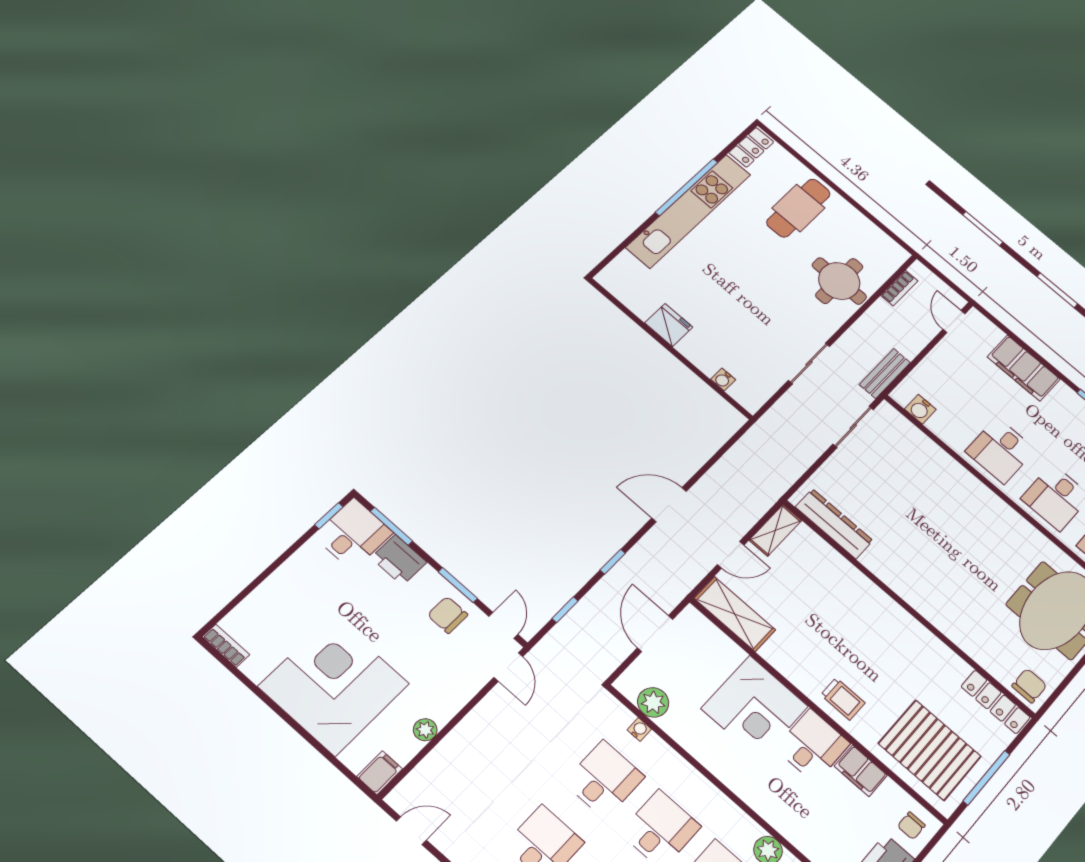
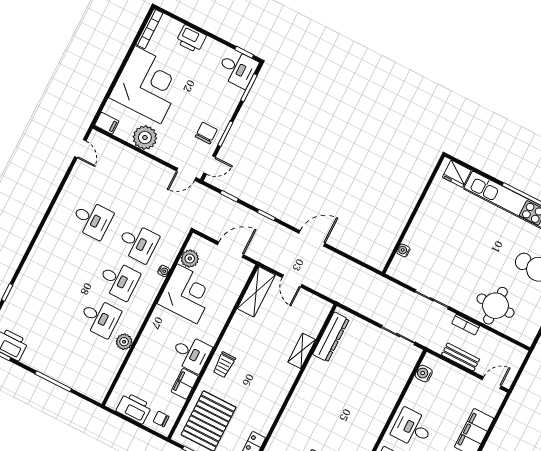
bookcase: (899, 288) -> (466, 325), moved
fridge: (669, 325) -> (457, 174), moved, turned 90
bench: (885, 373) -> (461, 357), moved
door: (669, 505) -> (312, 238), hinge flipped
shelving: (775, 530) -> (302, 351), moved, turned 90
printer: (399, 560) -> (191, 39), moved, turned -90
bookcase: (226, 646) -> (149, 29), width x1.56
corner desk: (755, 707) -> (187, 294), moved, turned 180
water cooler: (639, 729) -> (164, 271), moved
plant: (425, 730) -> (145, 138), width x1.88, depth x1.88

